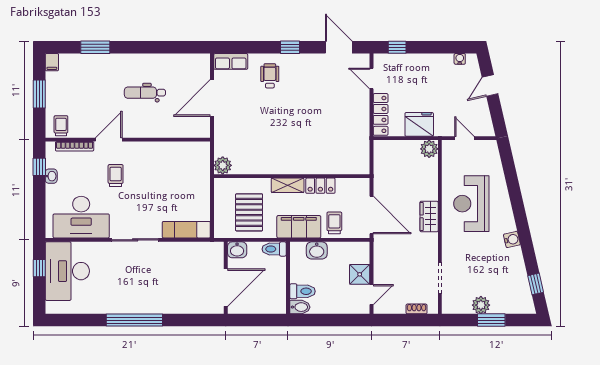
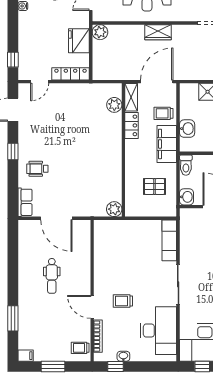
plant: (344, 166) -> (114, 105), added
shelving: (288, 185) -> (131, 97), moved
pallet: (249, 212) -> (154, 187), width x0.67, depth x0.71

